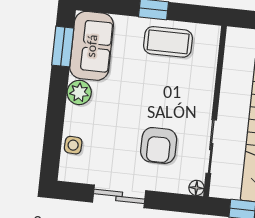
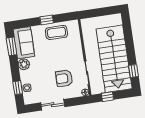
window: (53, 140) -> (18, 88), added
armchair: (159, 145) -> (64, 78), turned 90

